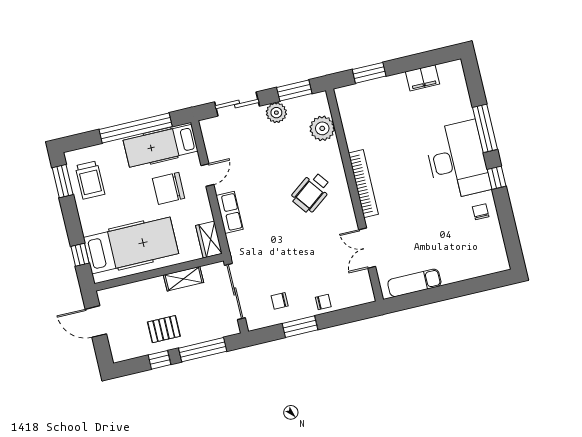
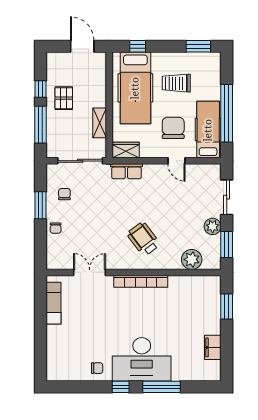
trolley: (90, 180) -> (176, 83), moved
row of seats: (229, 212) -> (126, 171), moved
door: (96, 322) -> (82, 46), hinge flipped

